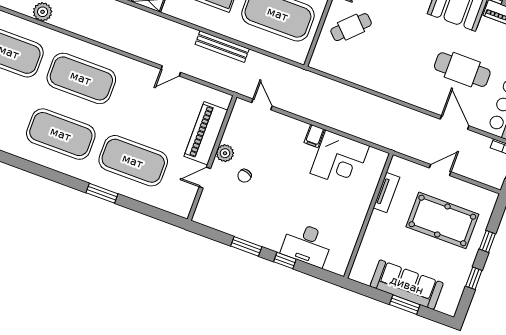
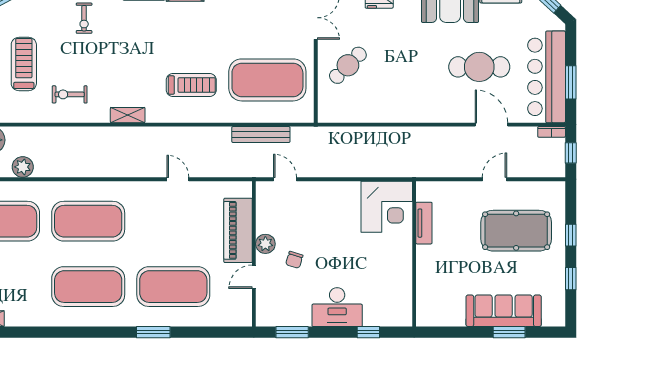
bench: (222, 47) -> (261, 135), moved
door: (171, 71) -> (178, 179), swing flipped
filing cabinet: (314, 136) -> (351, 192), removed
tv unit: (386, 193) -> (424, 223), moved
wall: (368, 216) -> (414, 254), moved
desk: (307, 244) -> (337, 307), moved
window: (246, 246) -> (292, 332), moved

